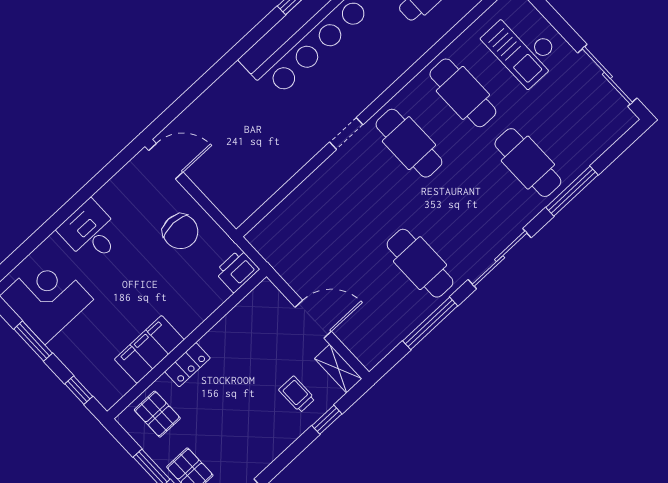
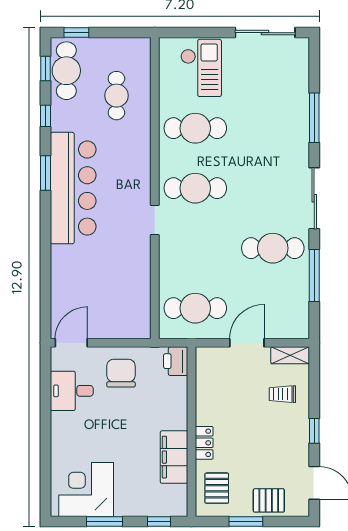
checkout: (522, 48) -> (201, 68), turned -90
cafe table: (528, 163) -> (195, 308), moved
chair: (180, 231) -> (121, 373), turned -90
desk: (91, 232) -> (72, 391), moved
pallet: (157, 414) -> (217, 488), turned 90
window: (327, 420) -> (314, 431), moved

